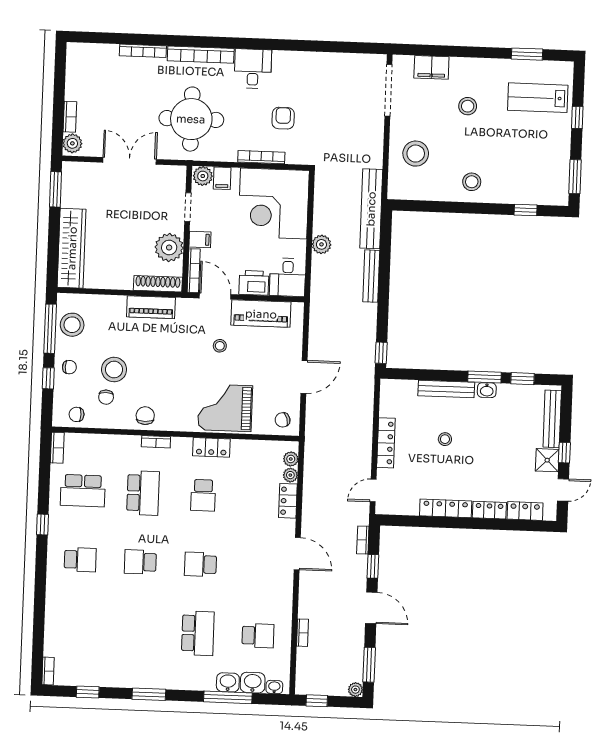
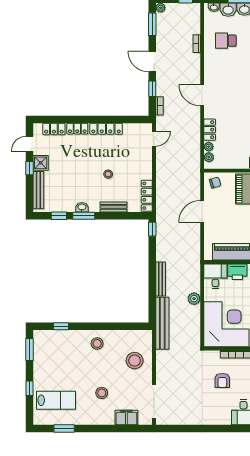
bench: (446, 389) -> (114, 207), width x0.73
locker: (386, 443) -> (147, 196), moved

